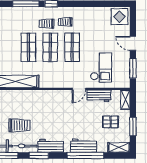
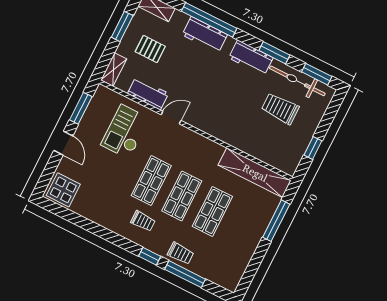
trolley: (47, 24) -> (181, 253), moved

